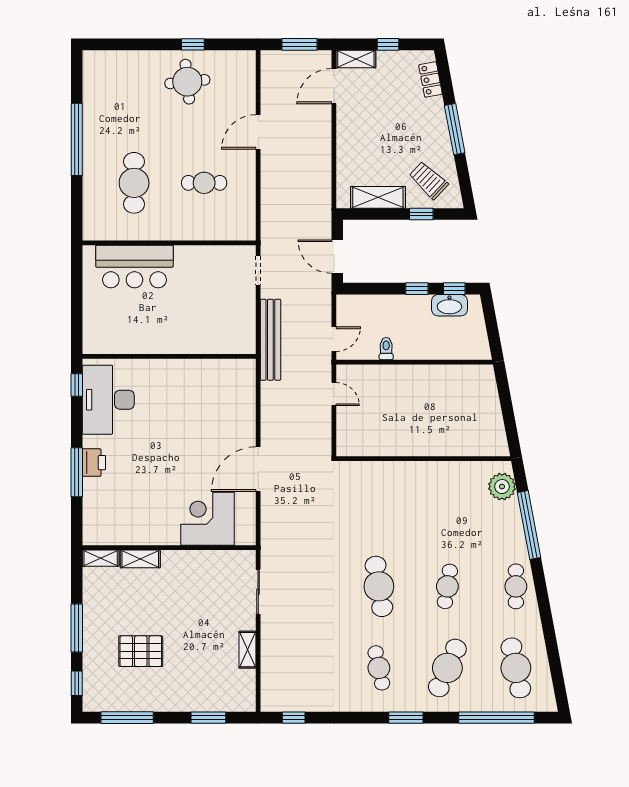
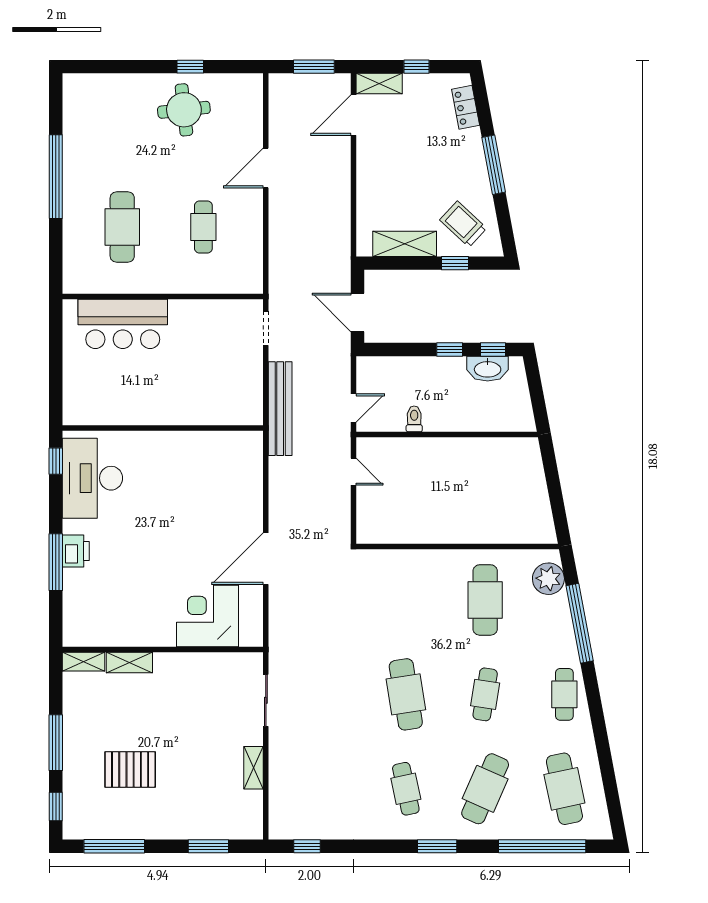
cafe table: (204, 183) -> (203, 227), turned 90
cafe table: (447, 505) -> (485, 600), added

